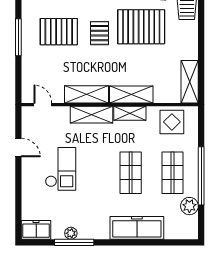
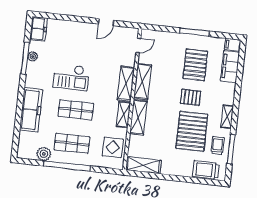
checkout: (61, 169) -> (71, 77), moved

